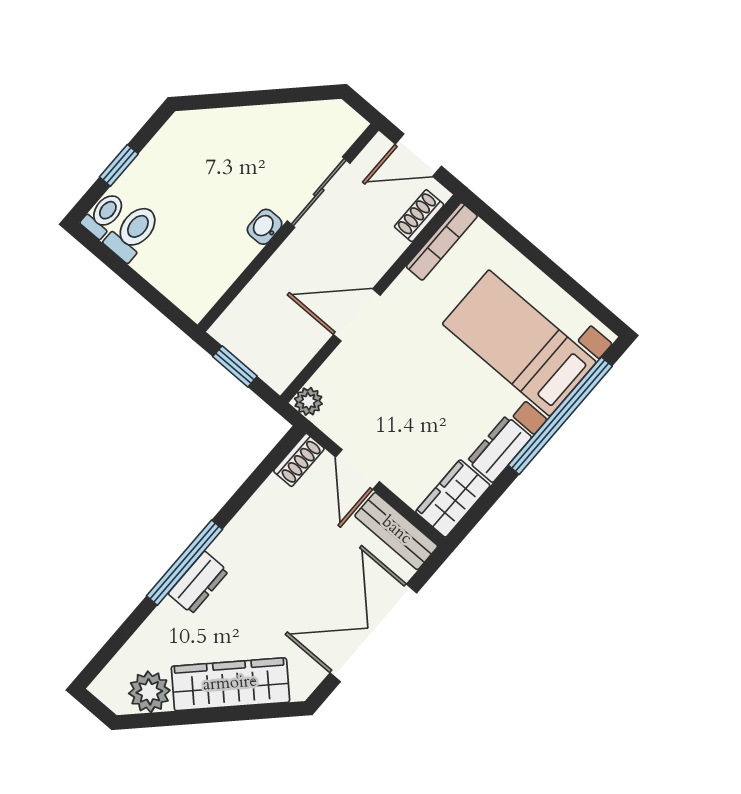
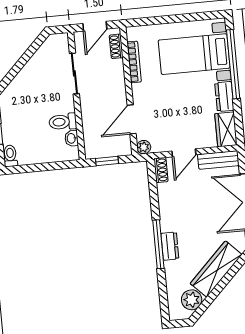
washbasin: (265, 227) -> (72, 138), moved
toilet: (133, 232) -> (63, 122), moved, turned -90
bookcase: (442, 241) -> (134, 62), moved
door: (357, 315) -> (132, 119), moved
door: (357, 469) -> (184, 153), hinge flipped

